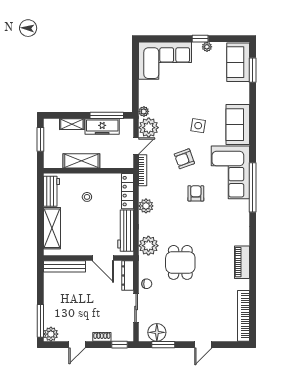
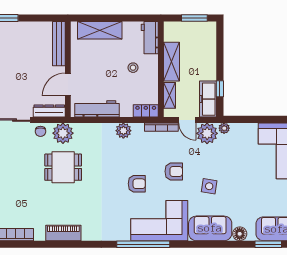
floor lamp: (243, 97) -> (240, 234), added
window: (107, 115) -> (220, 89), width x0.46
shelving: (72, 124) -> (170, 95), moved
freezer: (102, 127) -> (208, 99), moved
armchair: (184, 159) -> (174, 171), turned 110
workbench: (52, 191) -> (150, 38), moved, turned 90
locker: (128, 191) -> (146, 111), width x0.66
plant: (148, 246) -> (63, 133), moved

